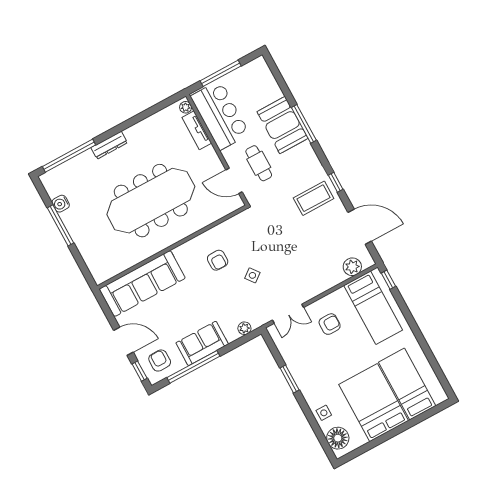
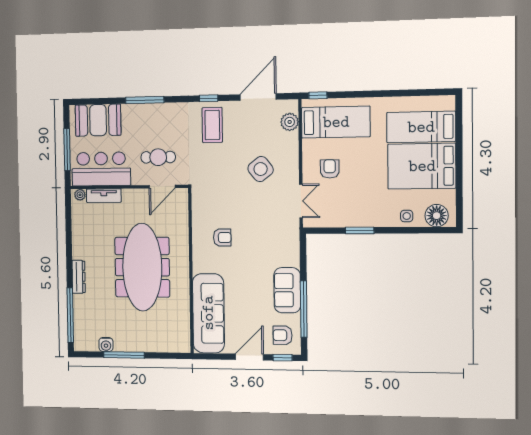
booth: (283, 125) -> (98, 120), moved
side table: (252, 275) -> (261, 169), moved, width x1.87, depth x1.87
plant: (244, 328) -> (294, 246), removed

